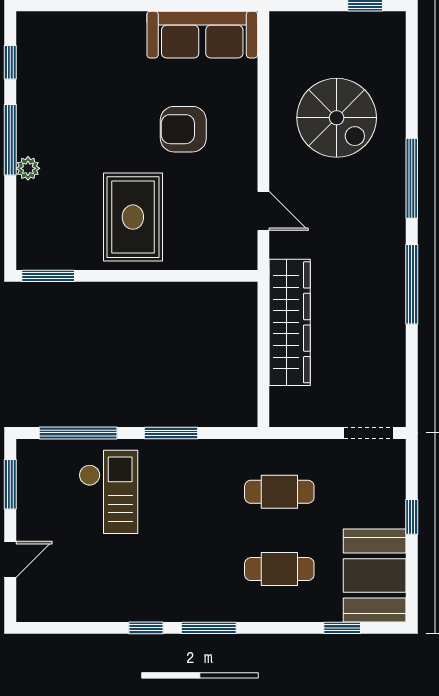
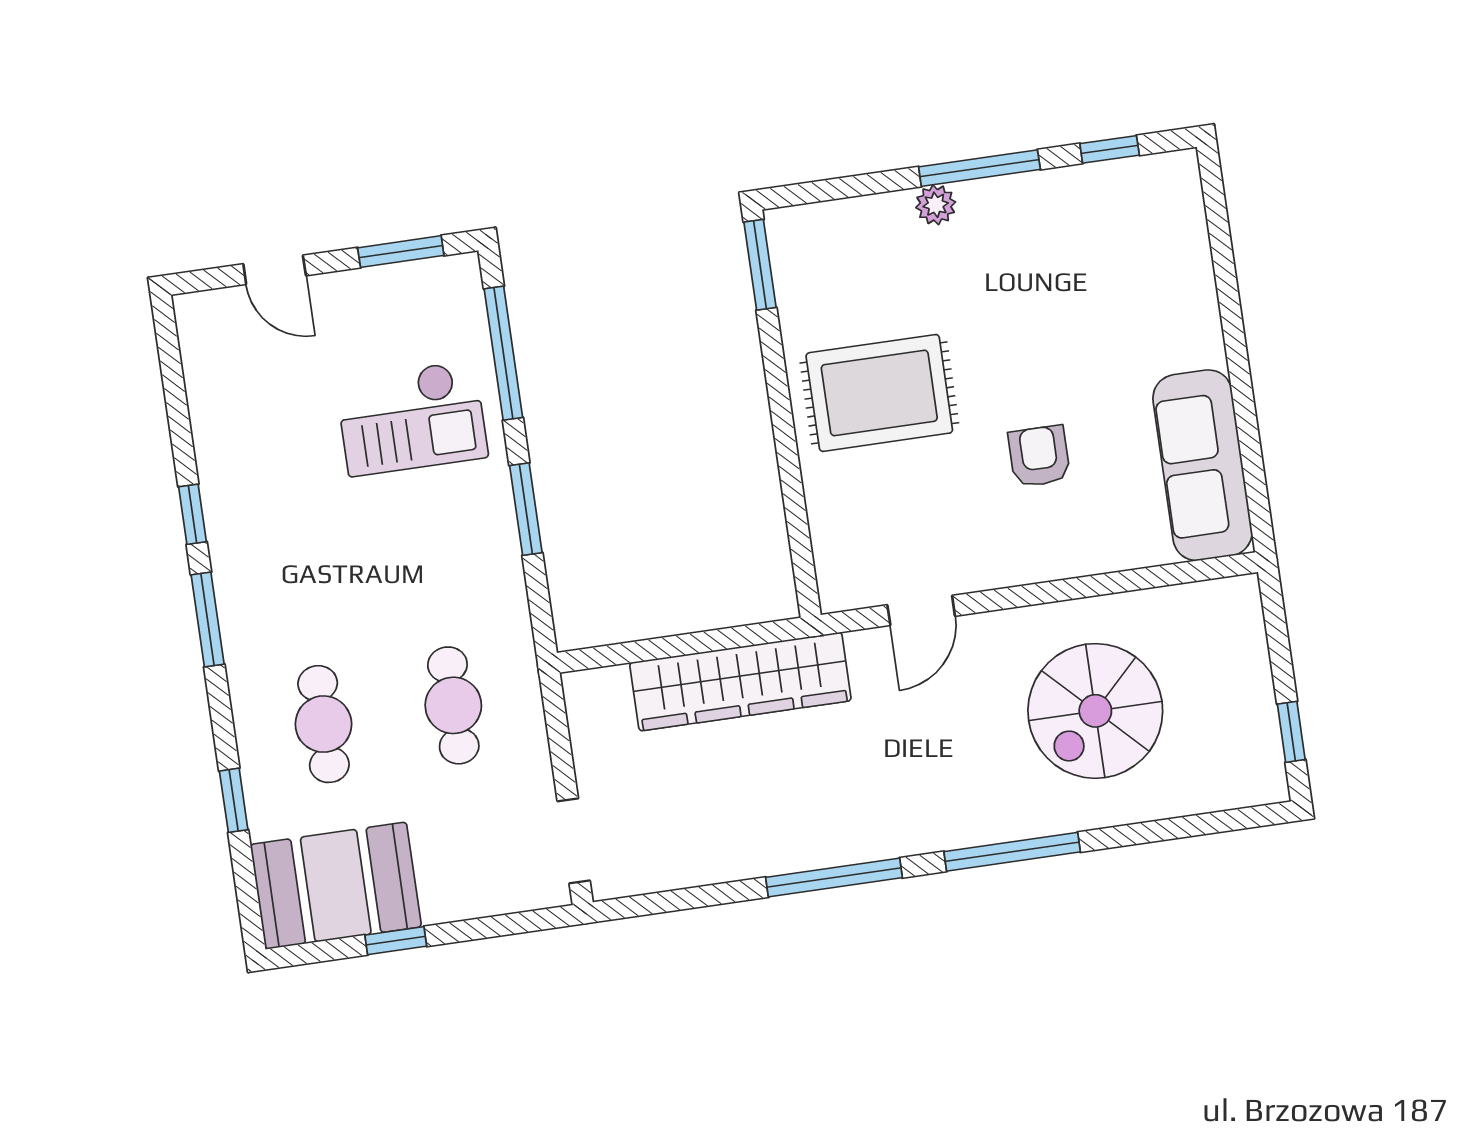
armchair: (183, 129) -> (1039, 456), width x0.72, depth x0.72
window: (412, 517) -> (396, 941), moved
window: (342, 628) -> (234, 800), moved

